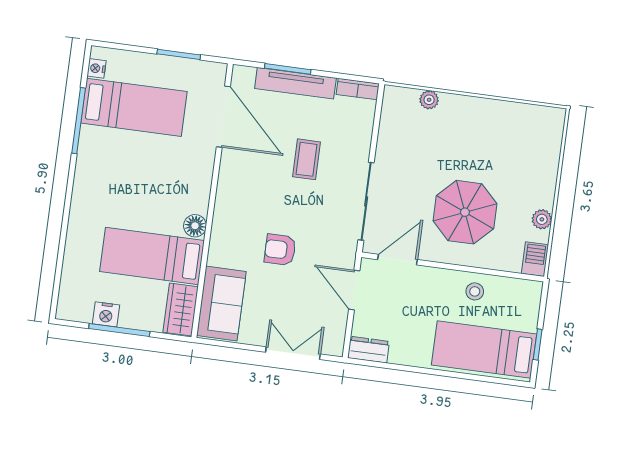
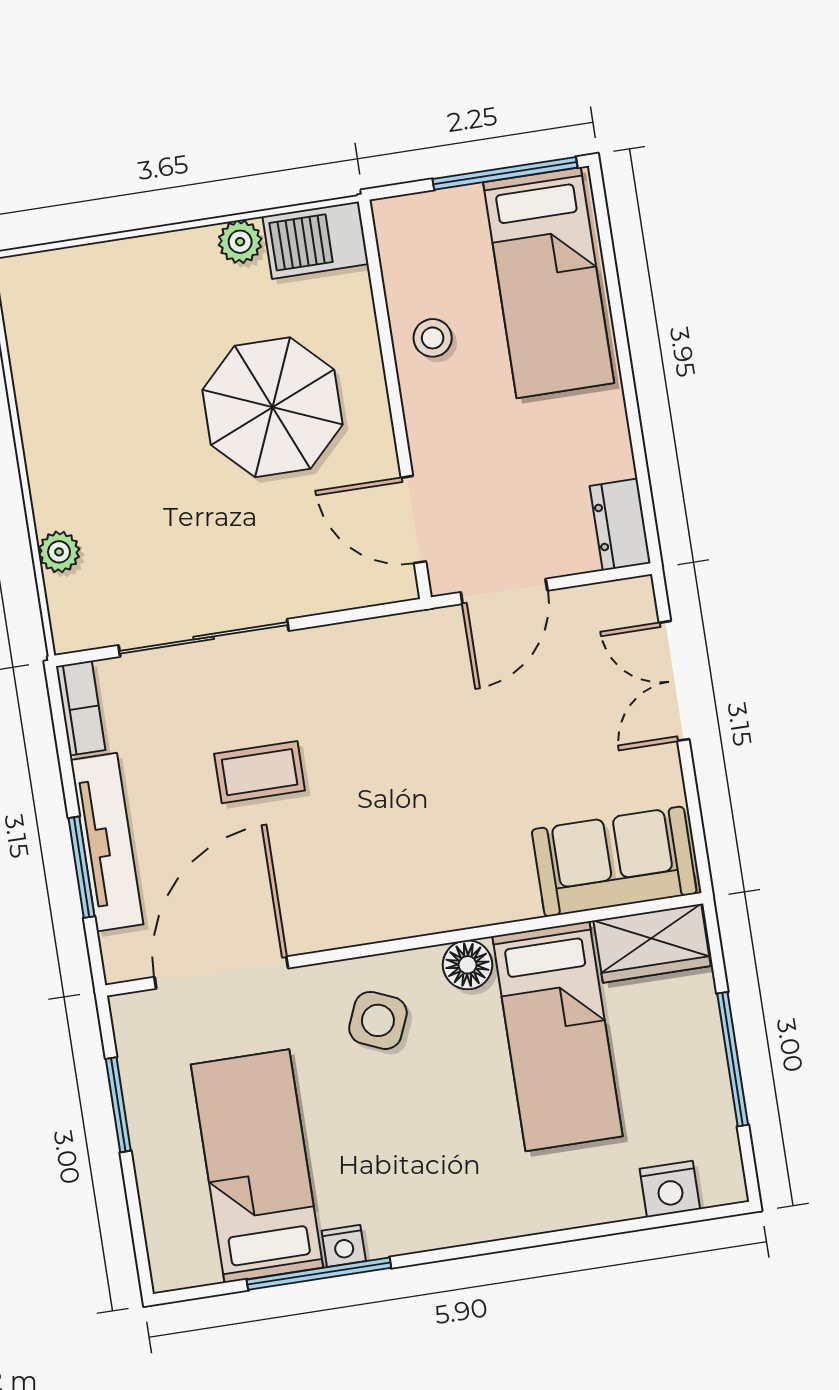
nightstand: (97, 68) -> (344, 1246), moved
side table: (182, 179) -> (378, 1020), added
sliding door: (366, 201) -> (204, 638), moved
armchair: (280, 250) -> (465, 772), removed
barbecue: (535, 259) -> (315, 240), width x1.38, depth x1.27
nightstand: (106, 314) -> (670, 1189), moved, turned 90
window: (538, 344) -> (505, 173), width x2.17

